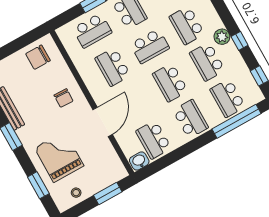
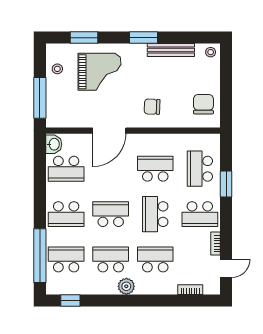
window: (240, 41) -> (113, 301), removed
door: (103, 122) -> (109, 131), hinge flipped
school desk: (154, 140) -> (66, 169), turned 180
window: (108, 194) -> (40, 98), width x1.44

